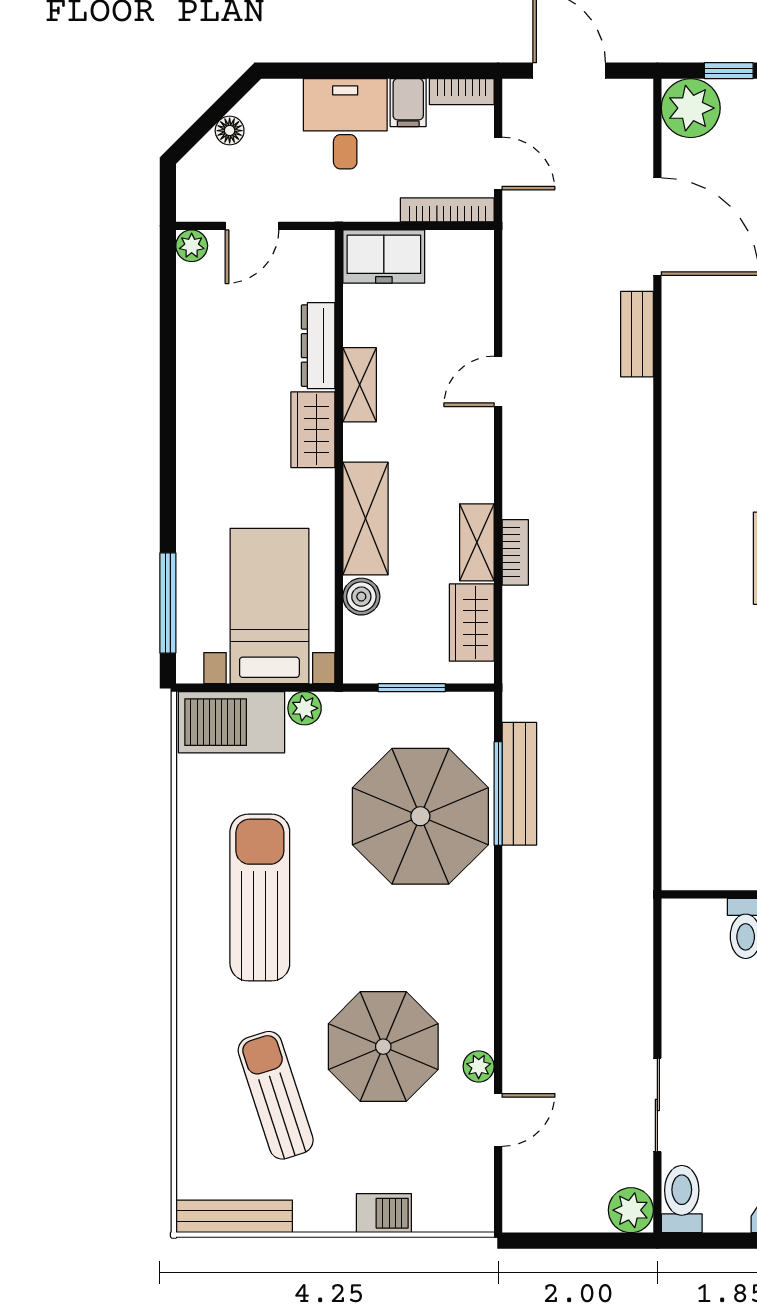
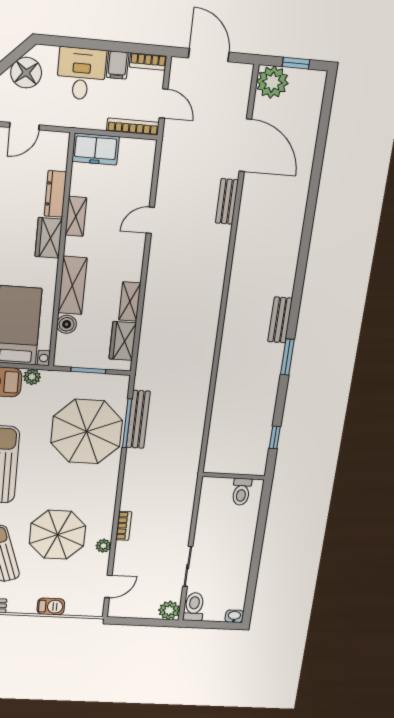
floor lamp: (230, 131) -> (26, 73), width x1.89, depth x1.89
bookcase: (515, 552) -> (124, 526), moved
door: (498, 1120) -> (108, 586), moved

